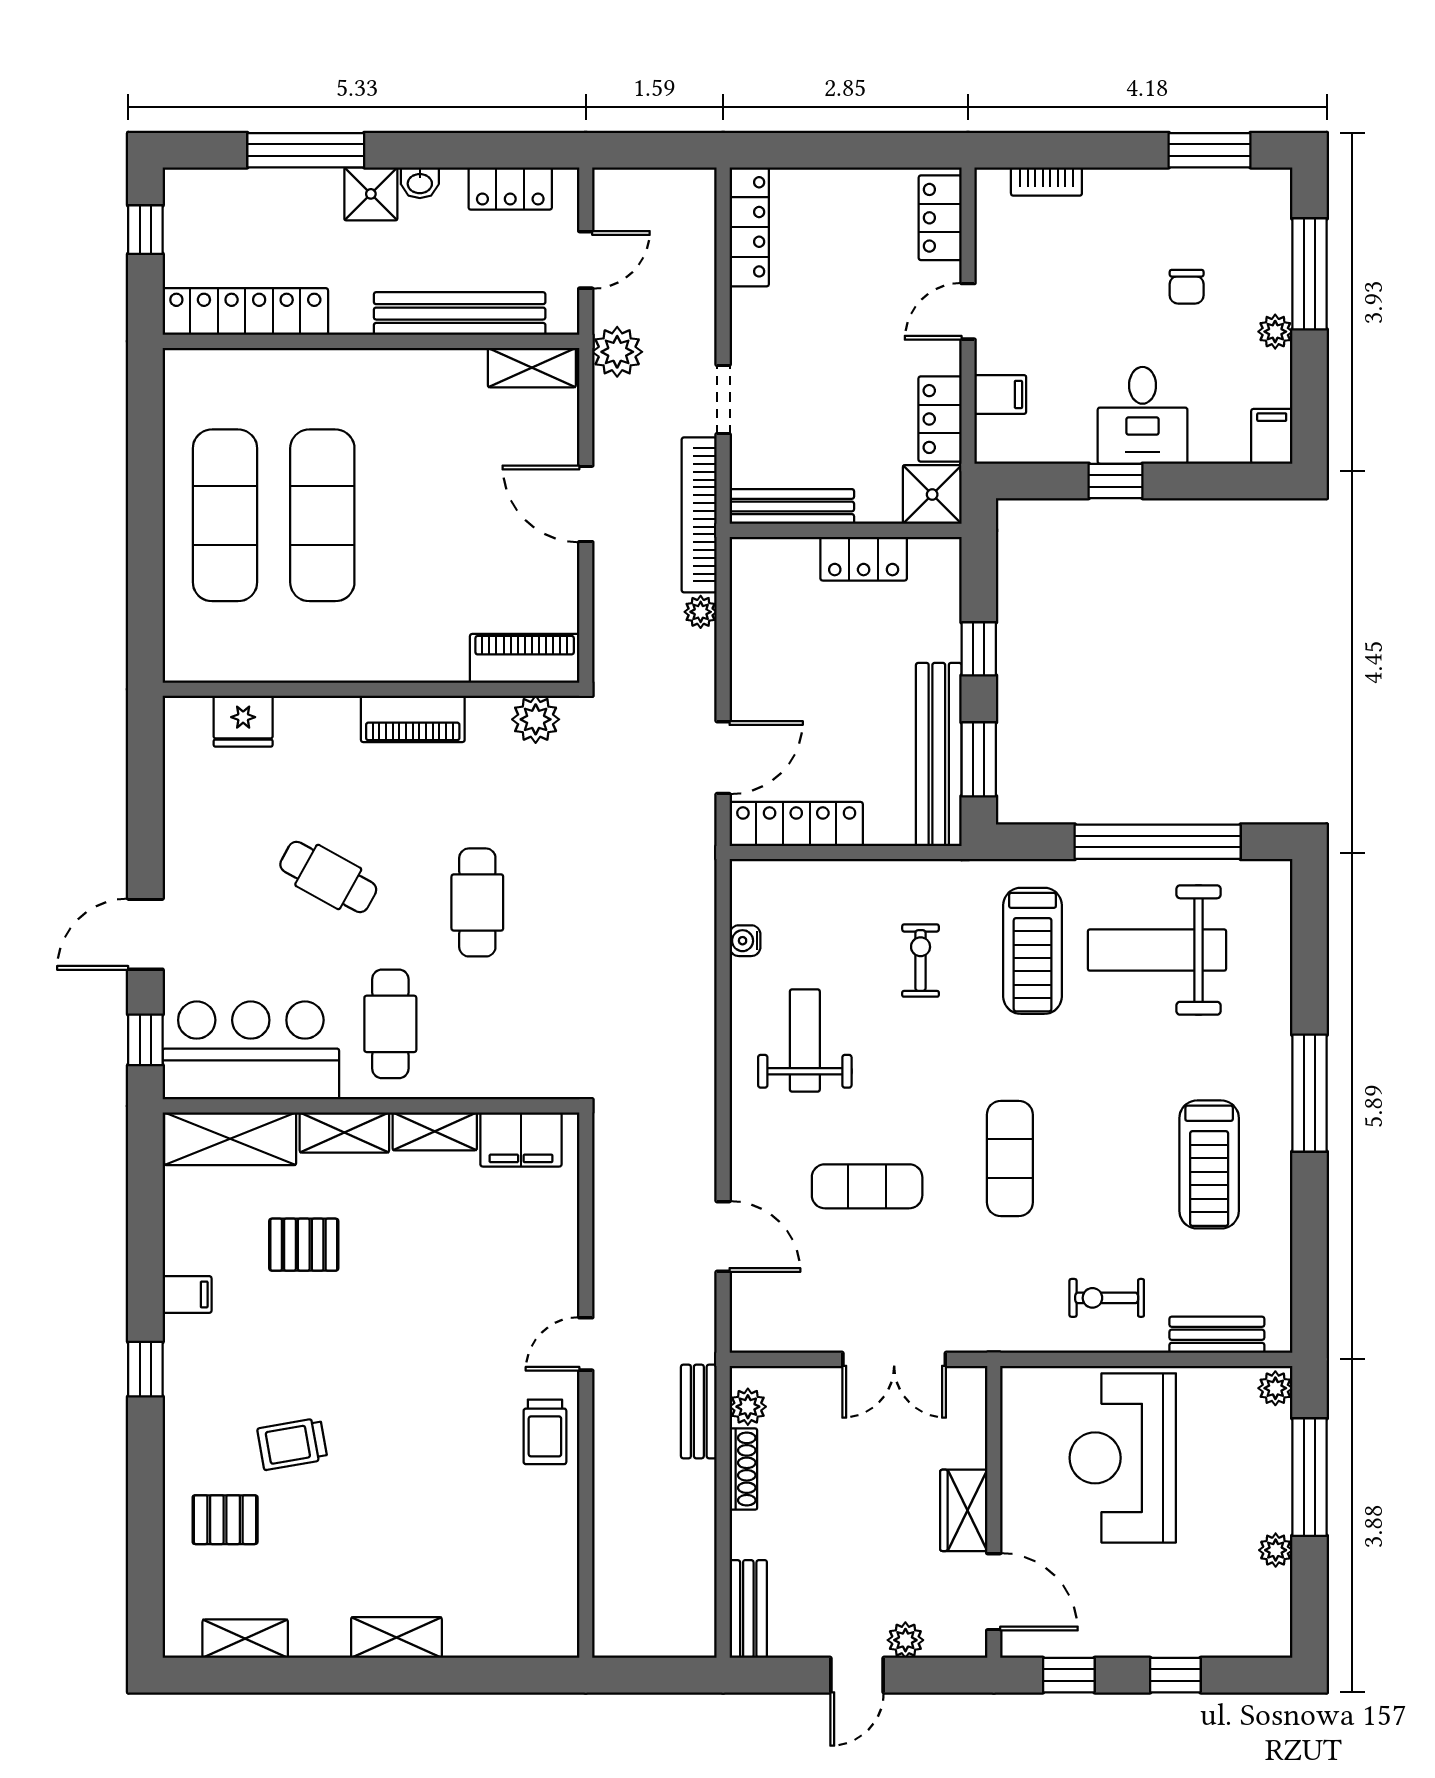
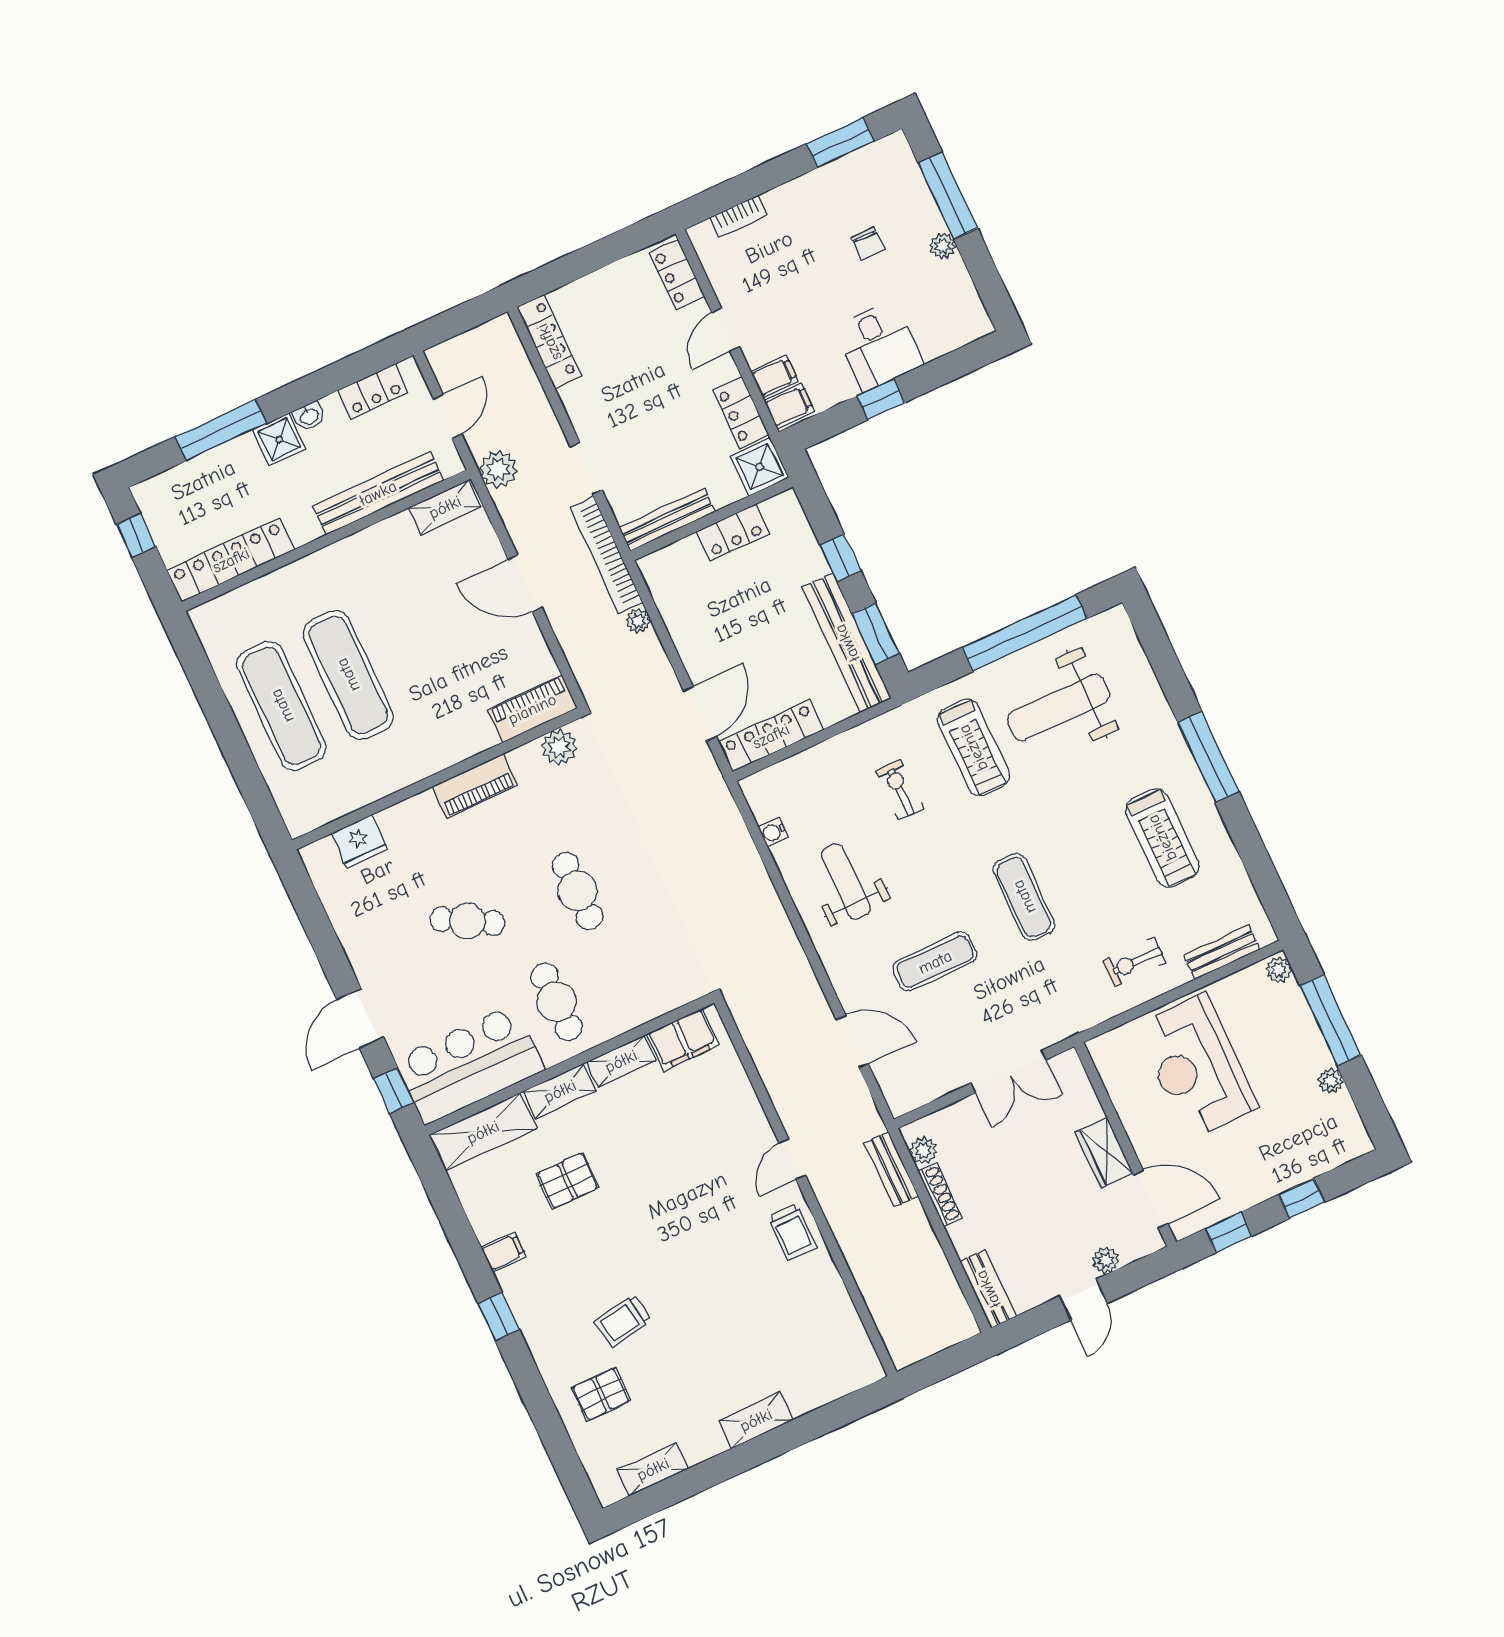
filing cabinet: (1272, 436) -> (789, 406), moved, turned 90

